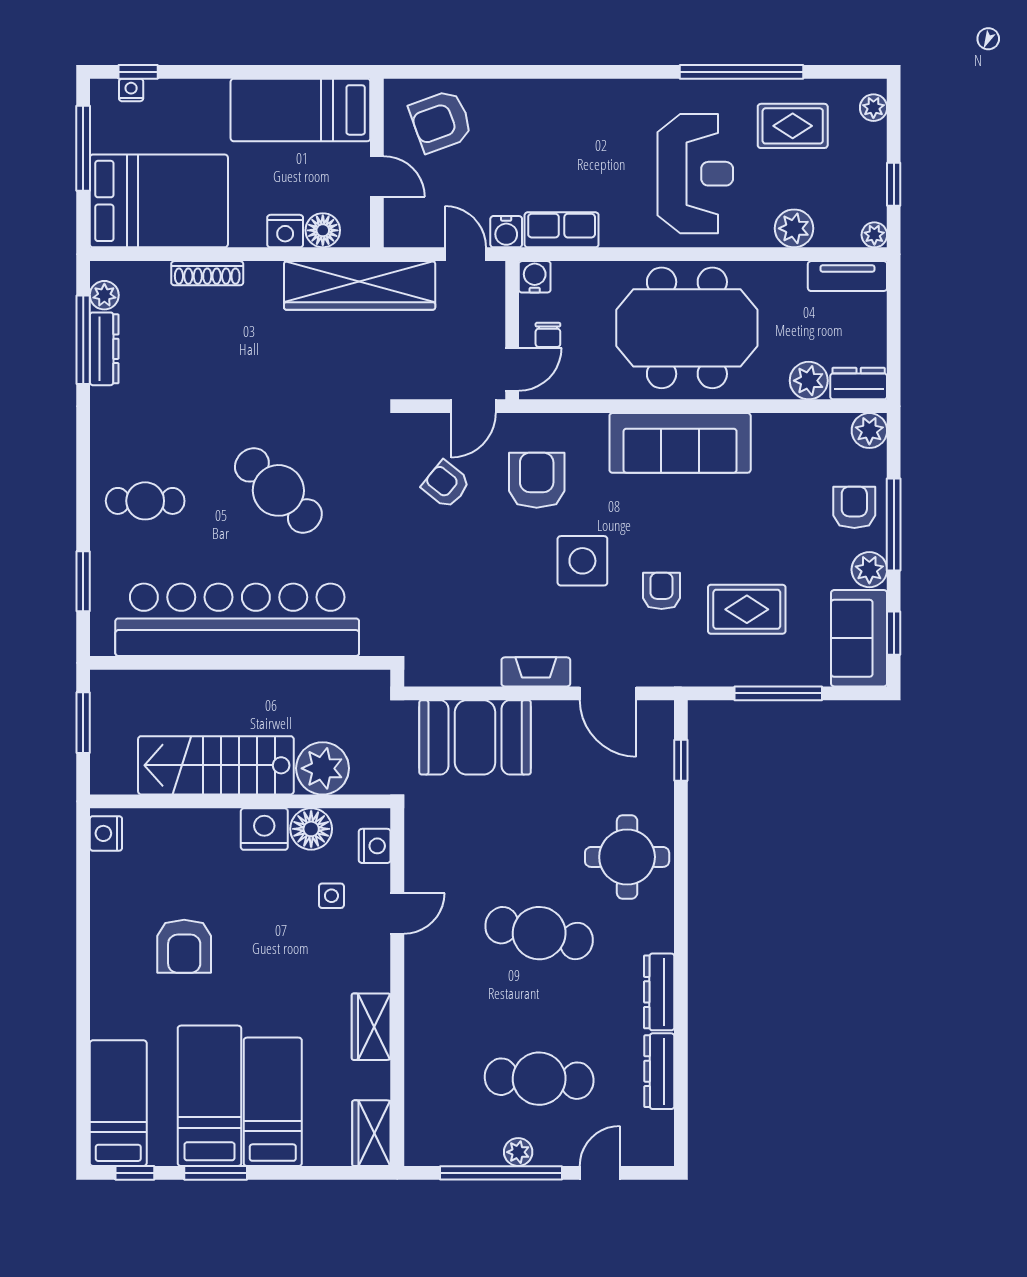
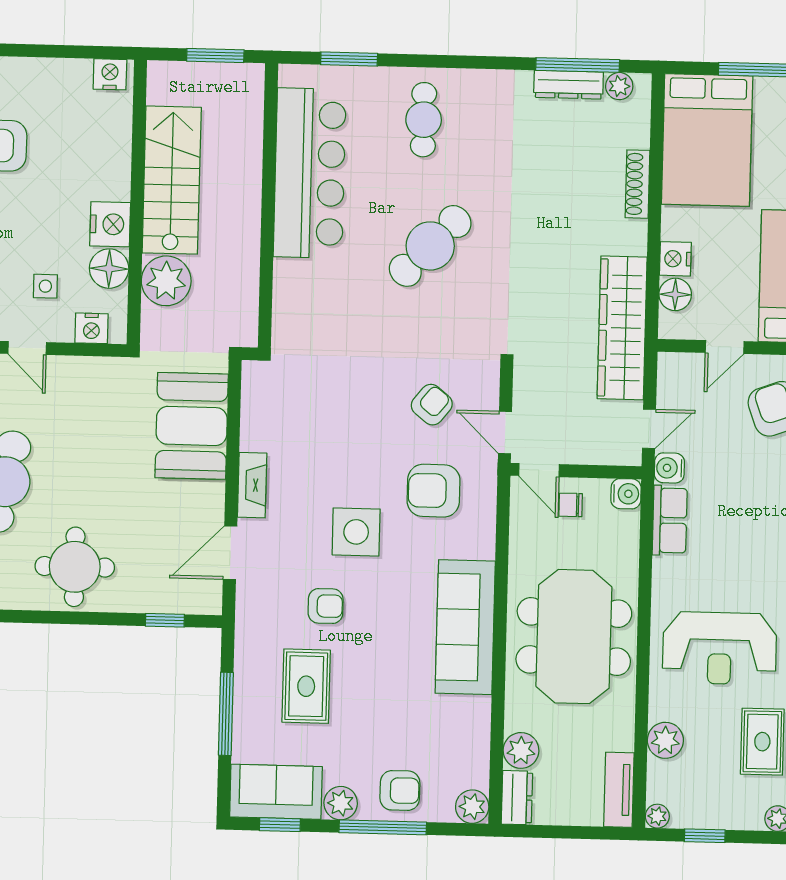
armchair: (537, 480) -> (434, 491), turned 180
bar counter: (237, 620) -> (310, 173), width x0.73

